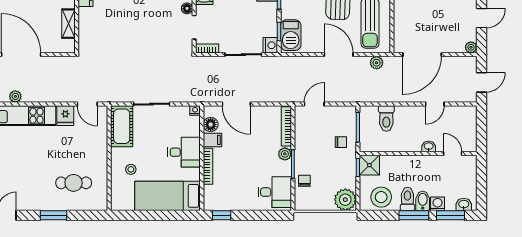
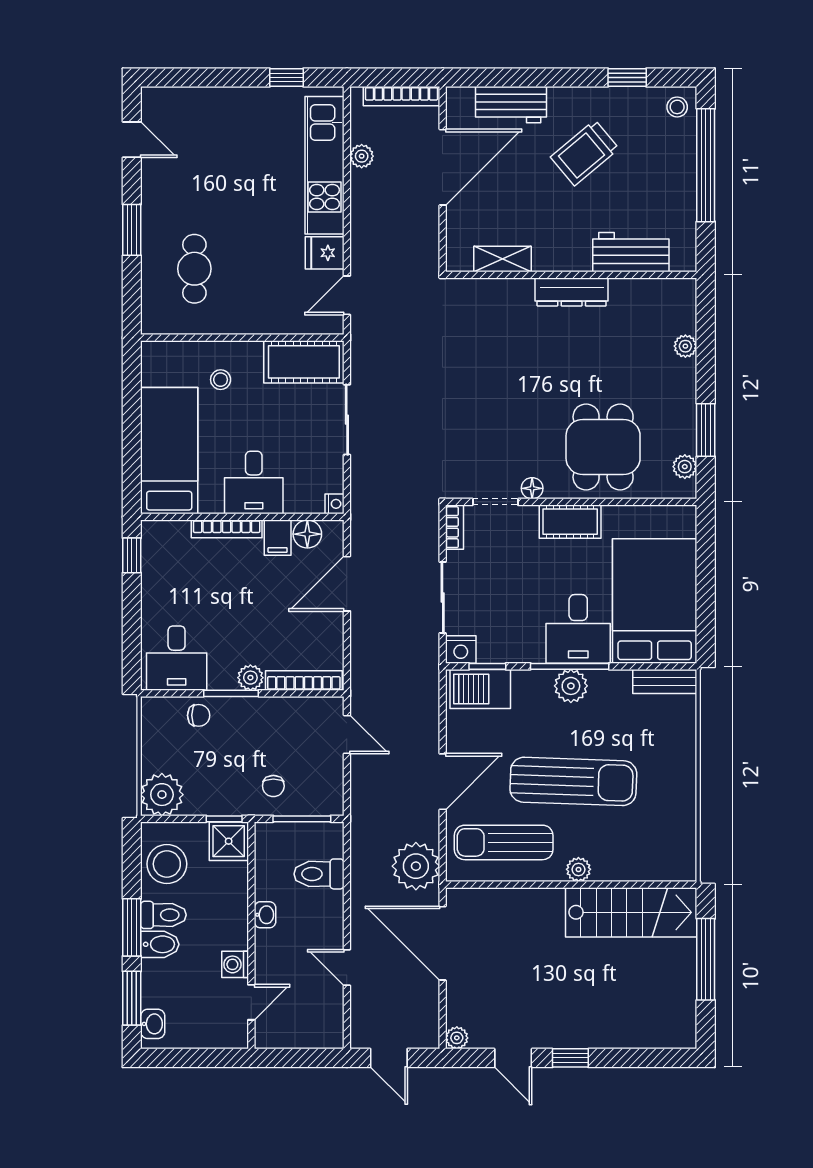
plant: (377, 63) -> (416, 866), width x1.88, depth x1.88
washbasin: (429, 146) -> (265, 915), moved
washing machine: (438, 204) -> (235, 964), moved, turned 180

